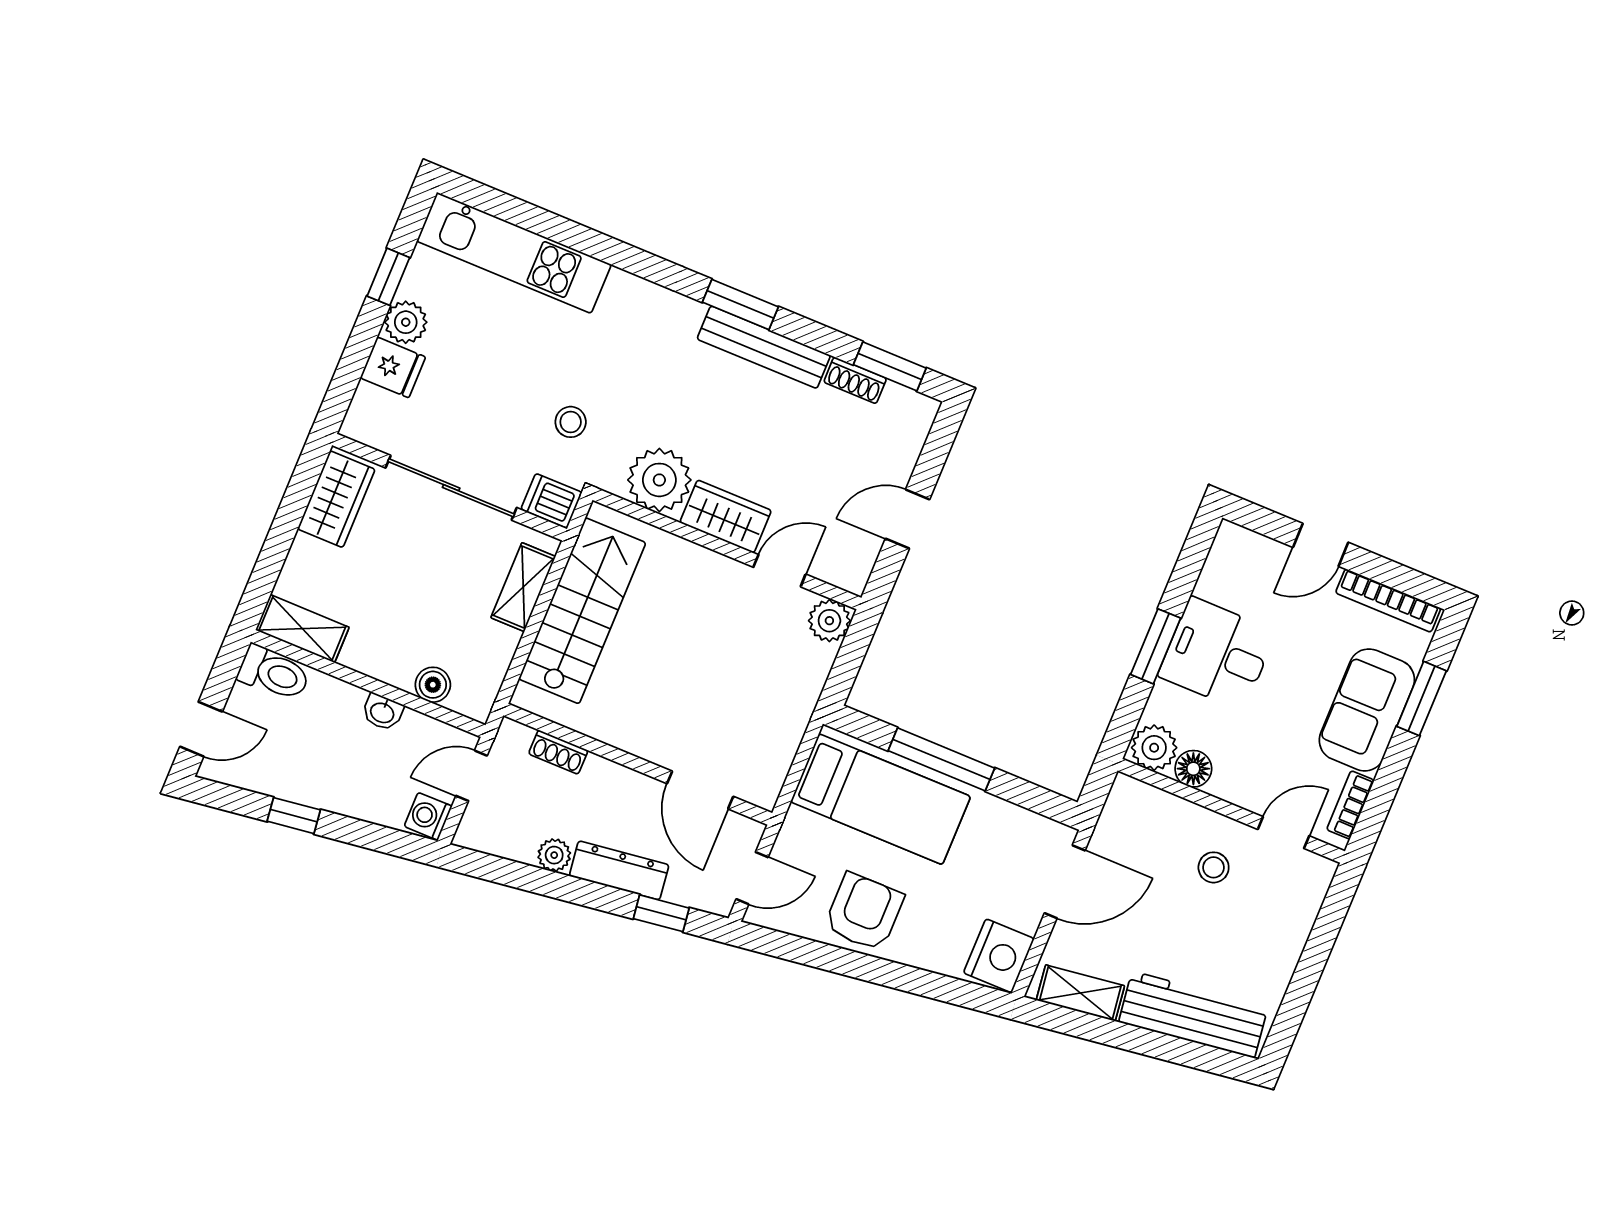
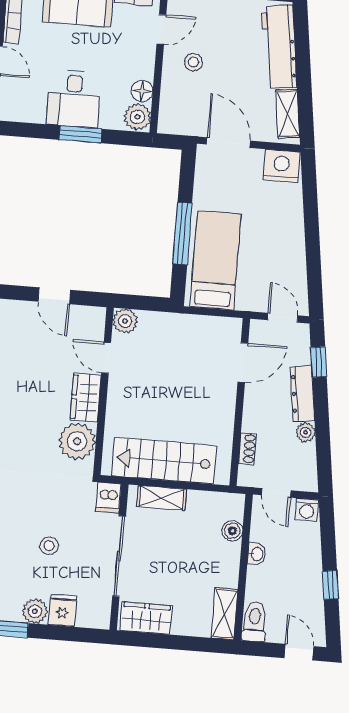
stool: (571, 422) -> (49, 546), moved
door: (1284, 833) -> (161, 29), swing flipped
armchair: (864, 912) -> (281, 249), removed

